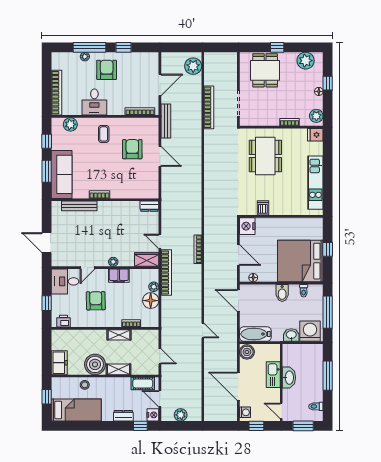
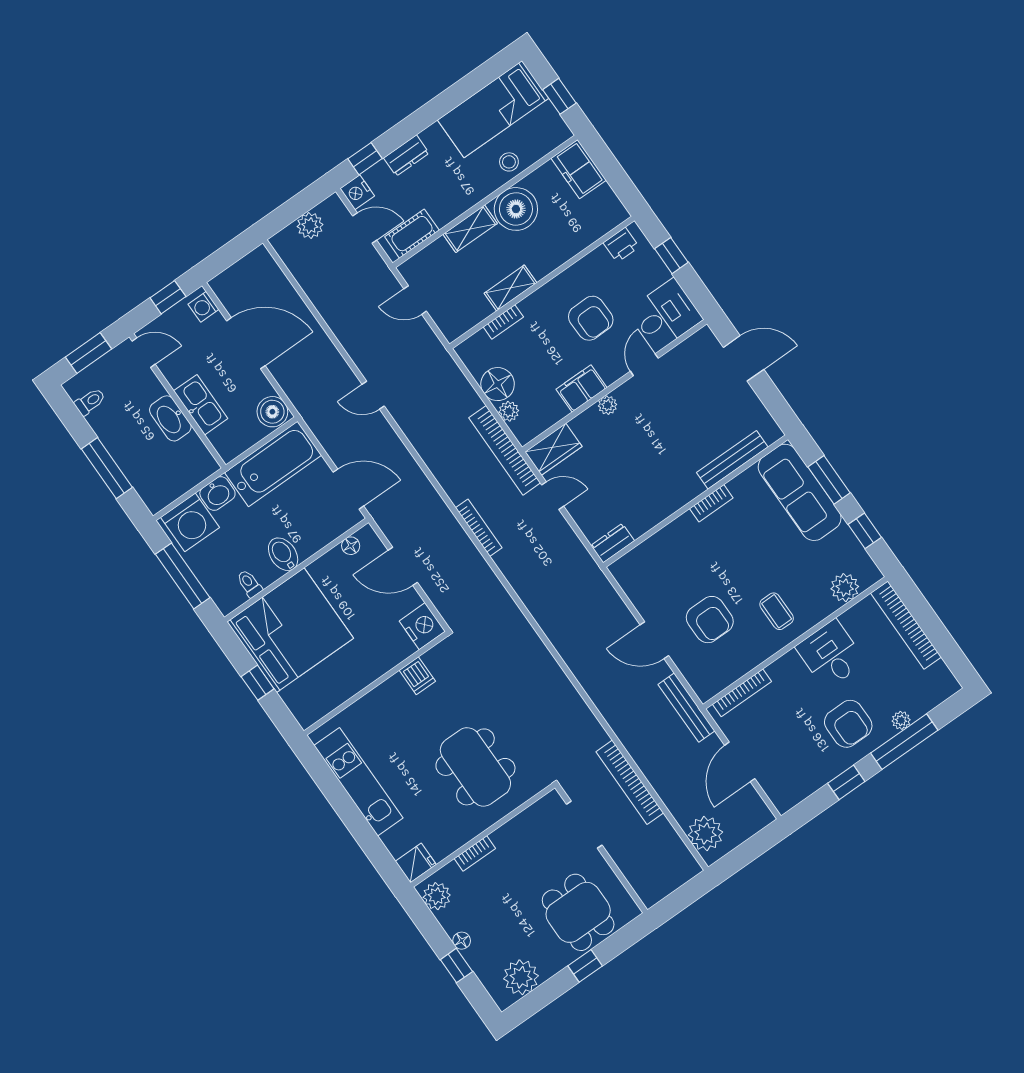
bathtub: (255, 334) -> (273, 464), width x1.36, depth x1.36

